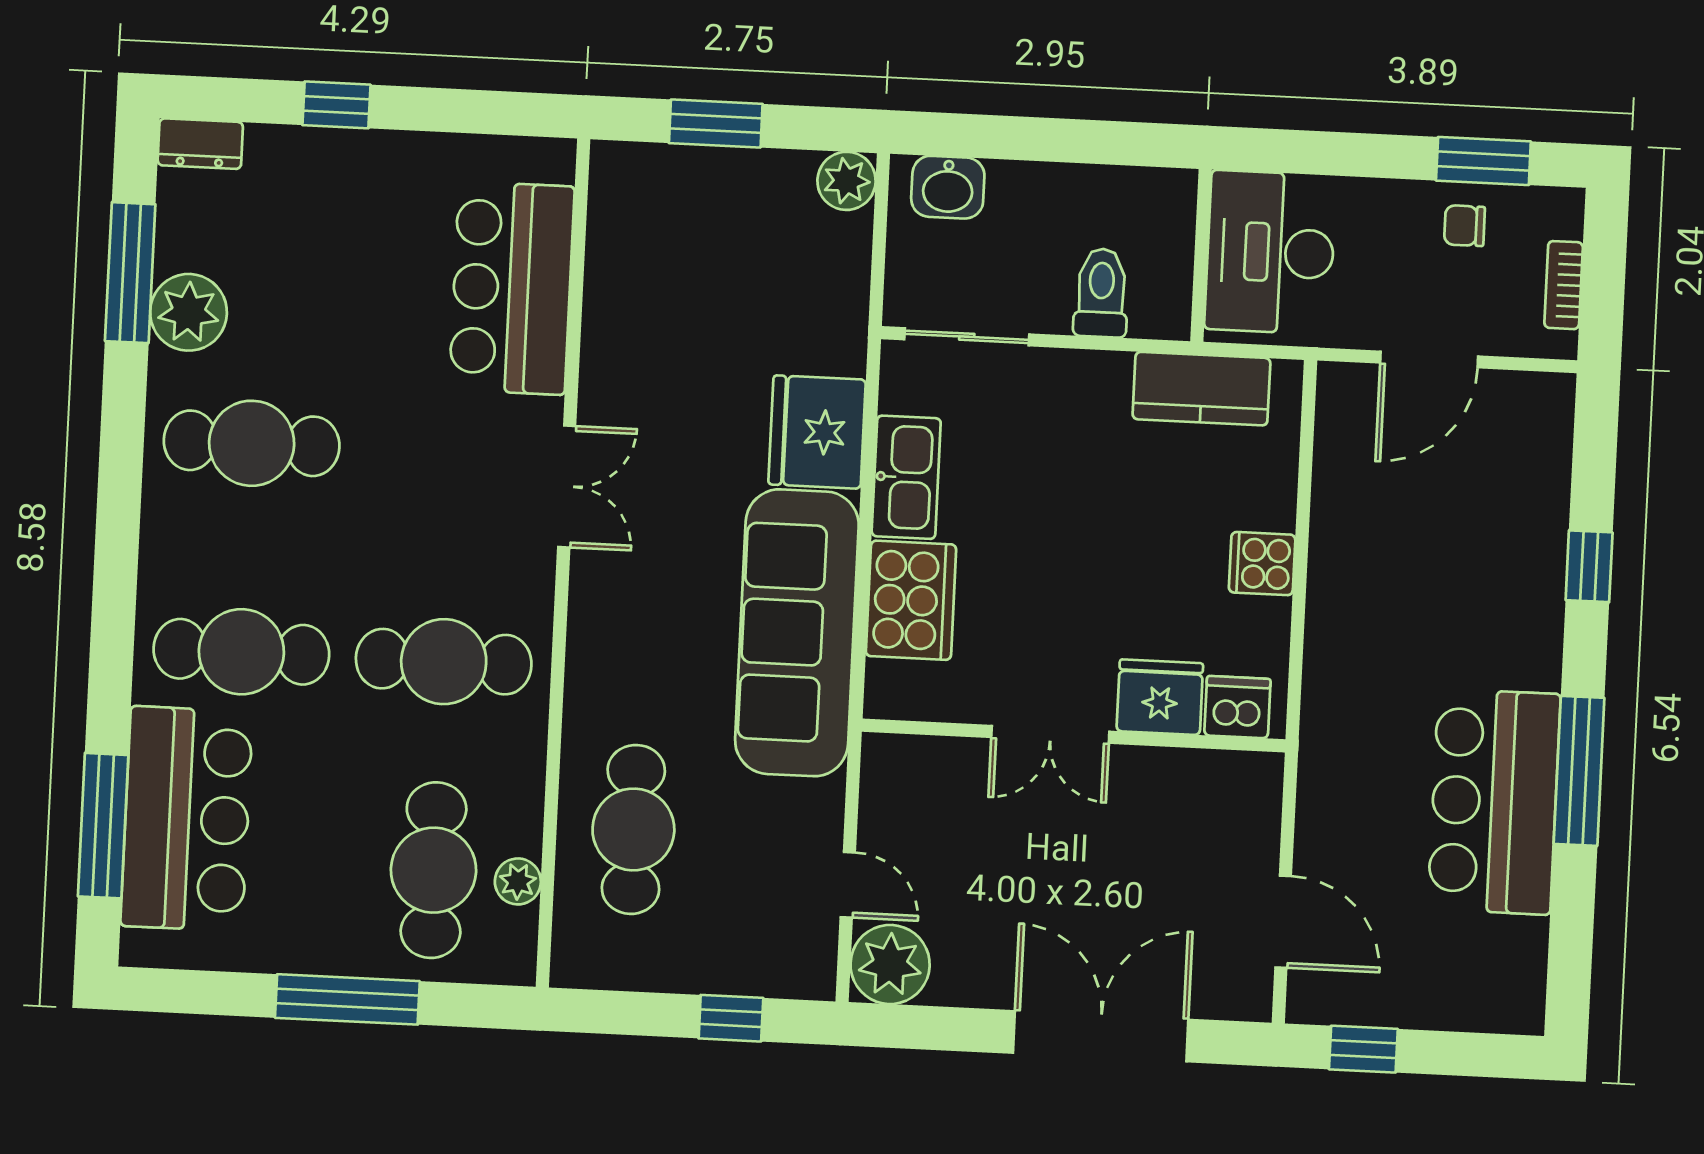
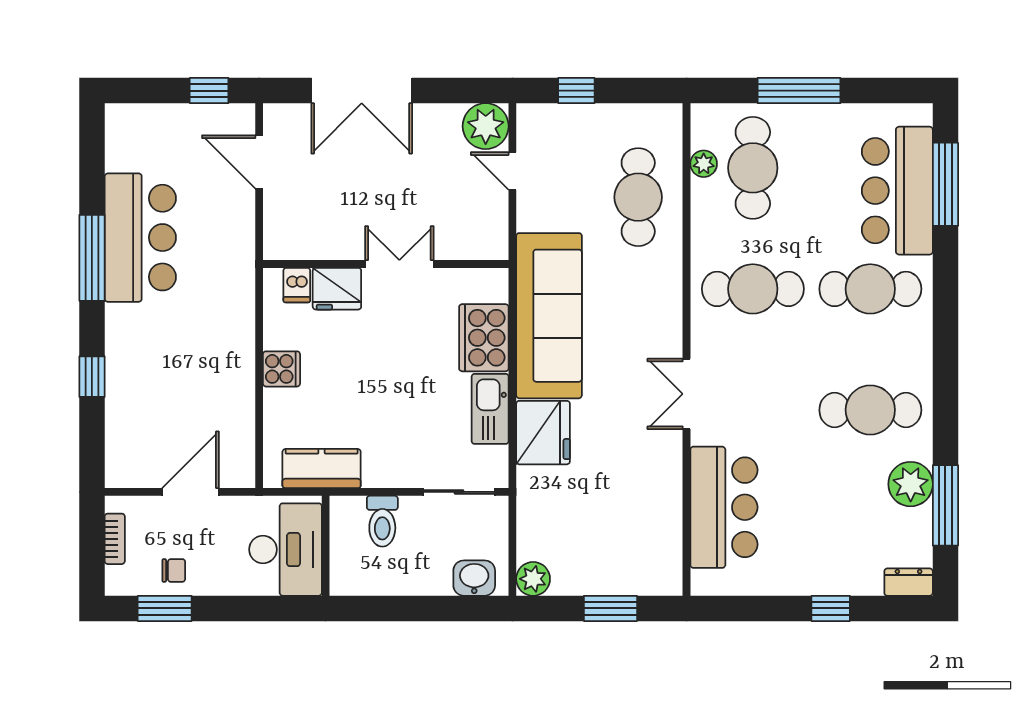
dishwasher: (1237, 707) -> (297, 285), width x0.73

